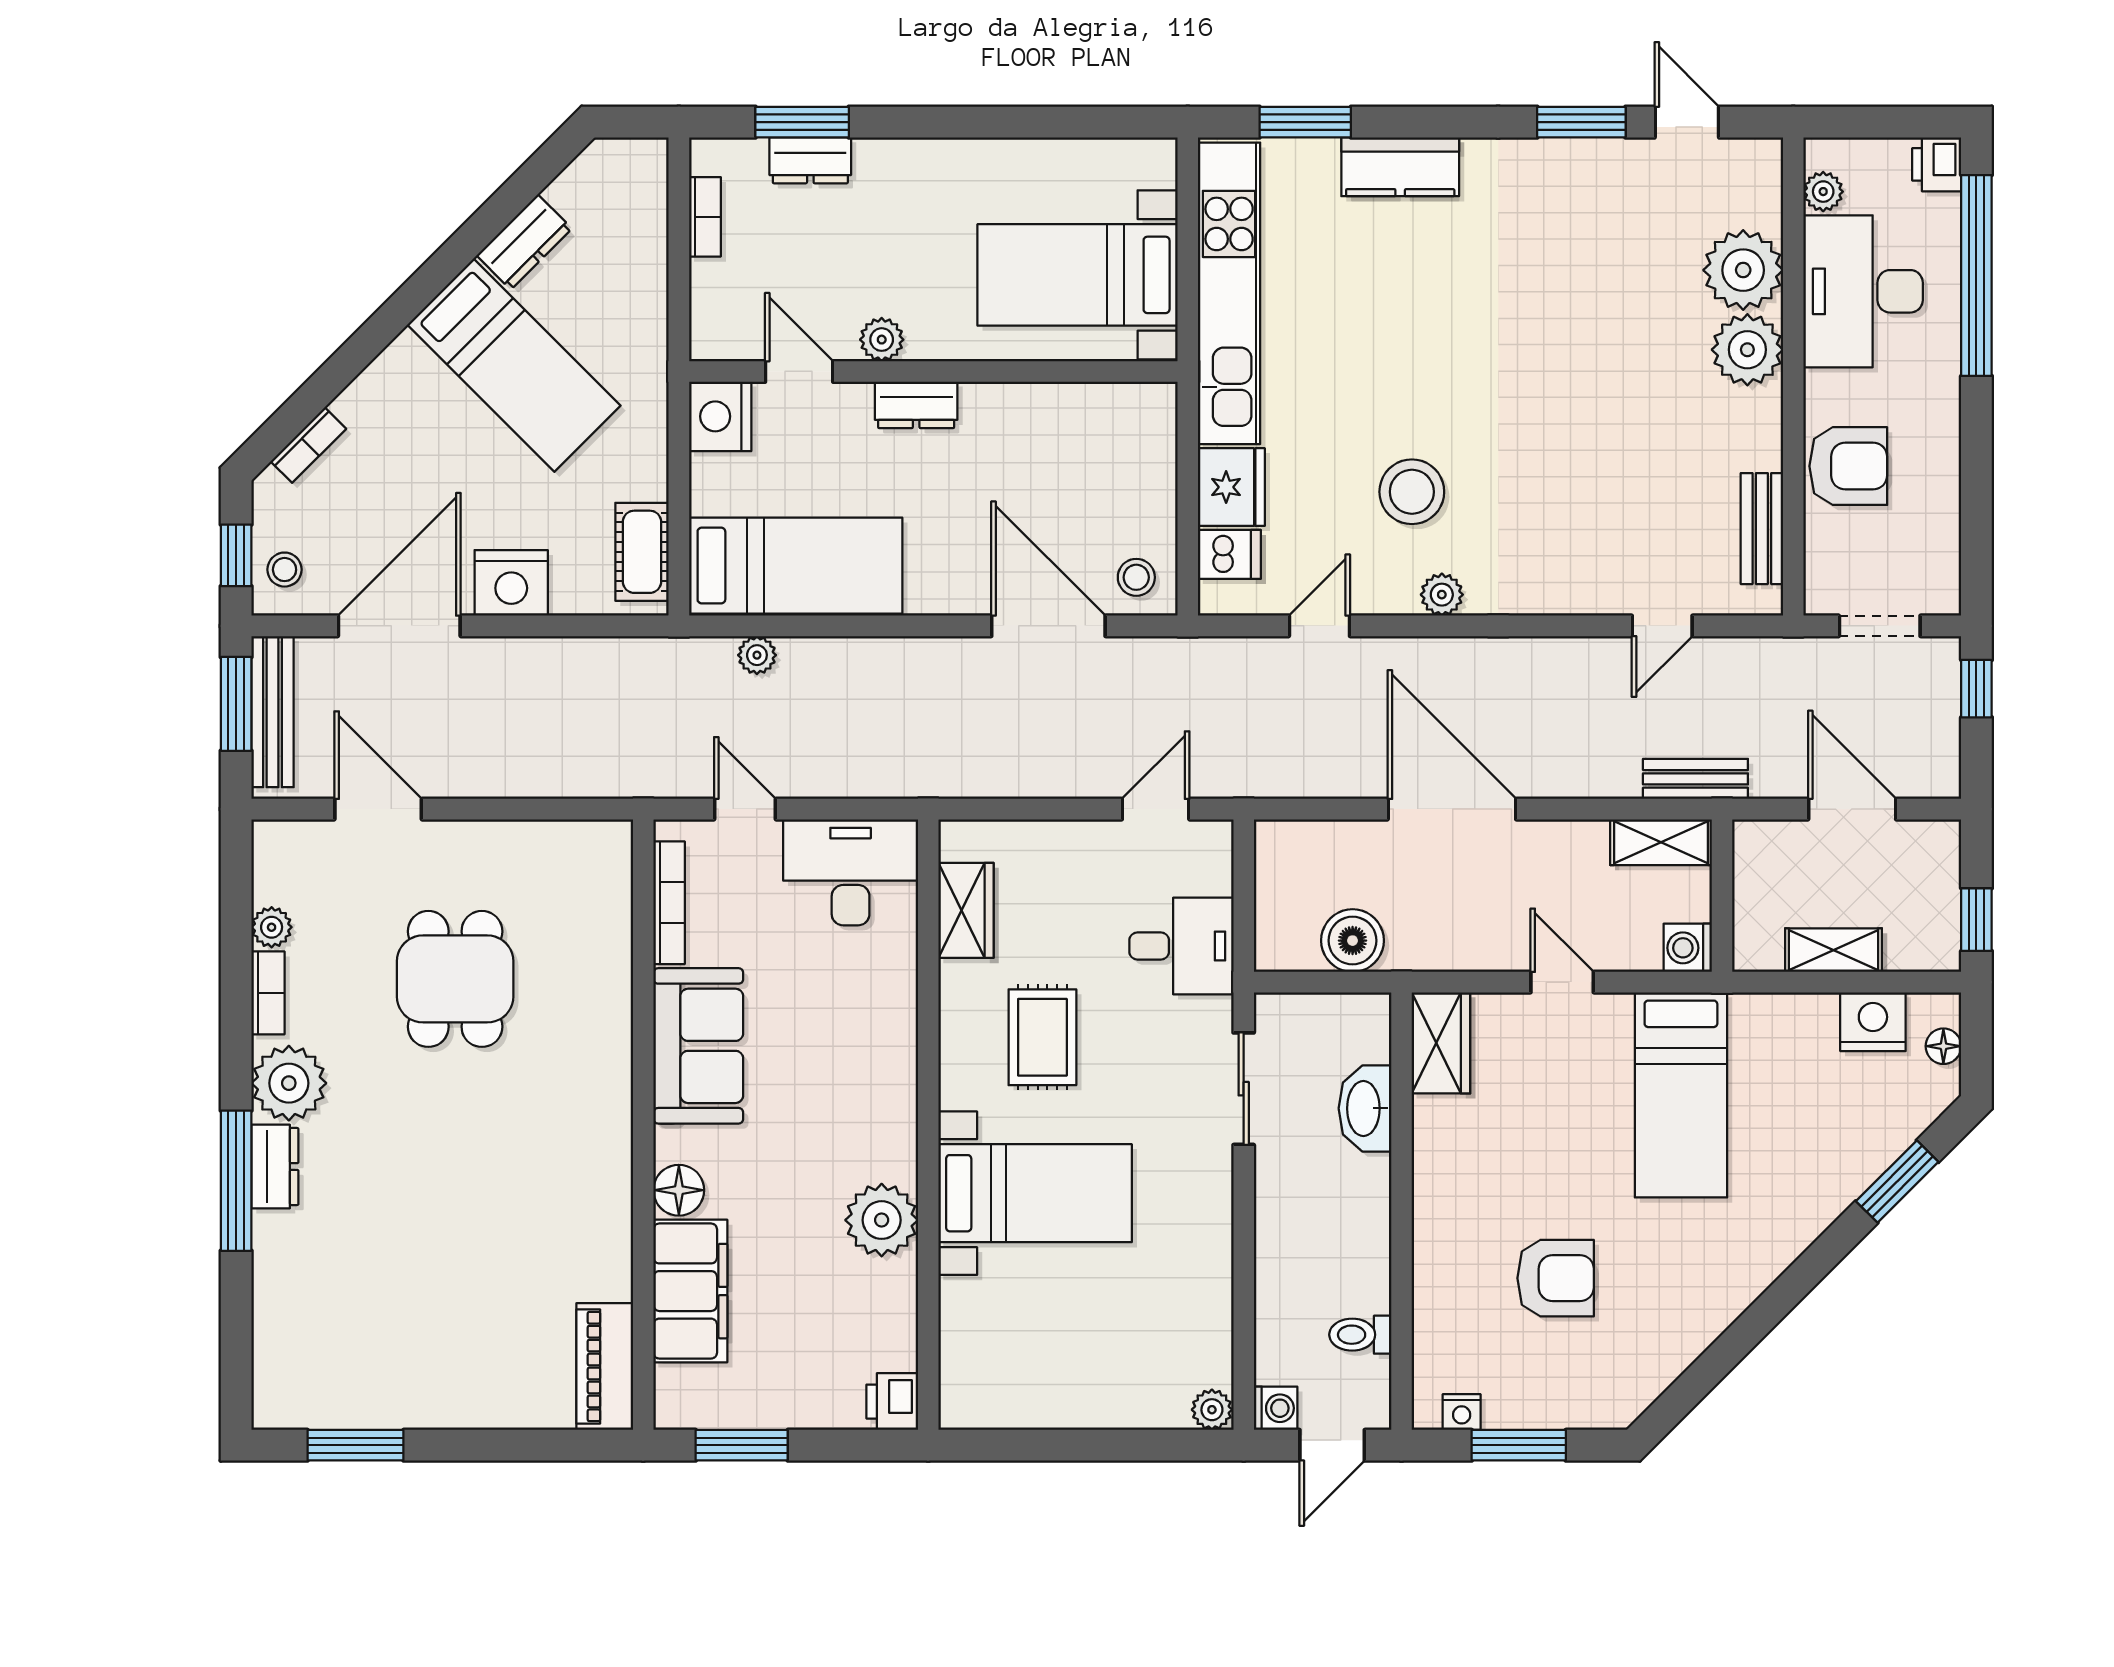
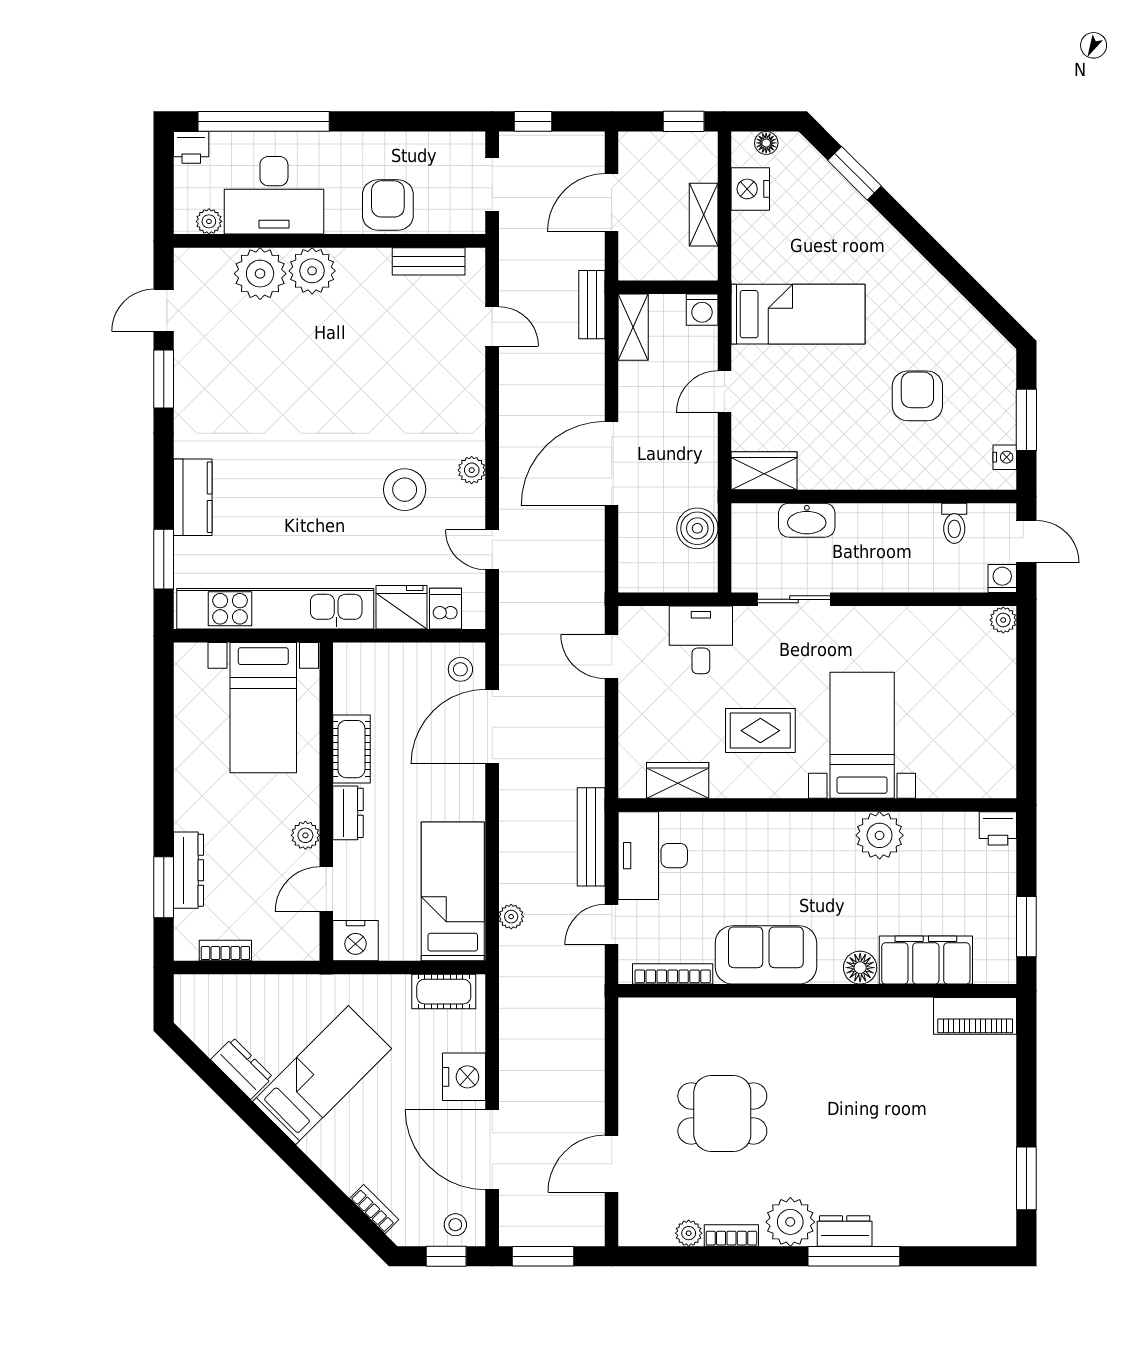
dresser: (810, 160) -> (189, 870), width x1.44
cot: (1014, 410) -> (351, 749), added
bench: (273, 712) -> (591, 837), moved, turned 90

